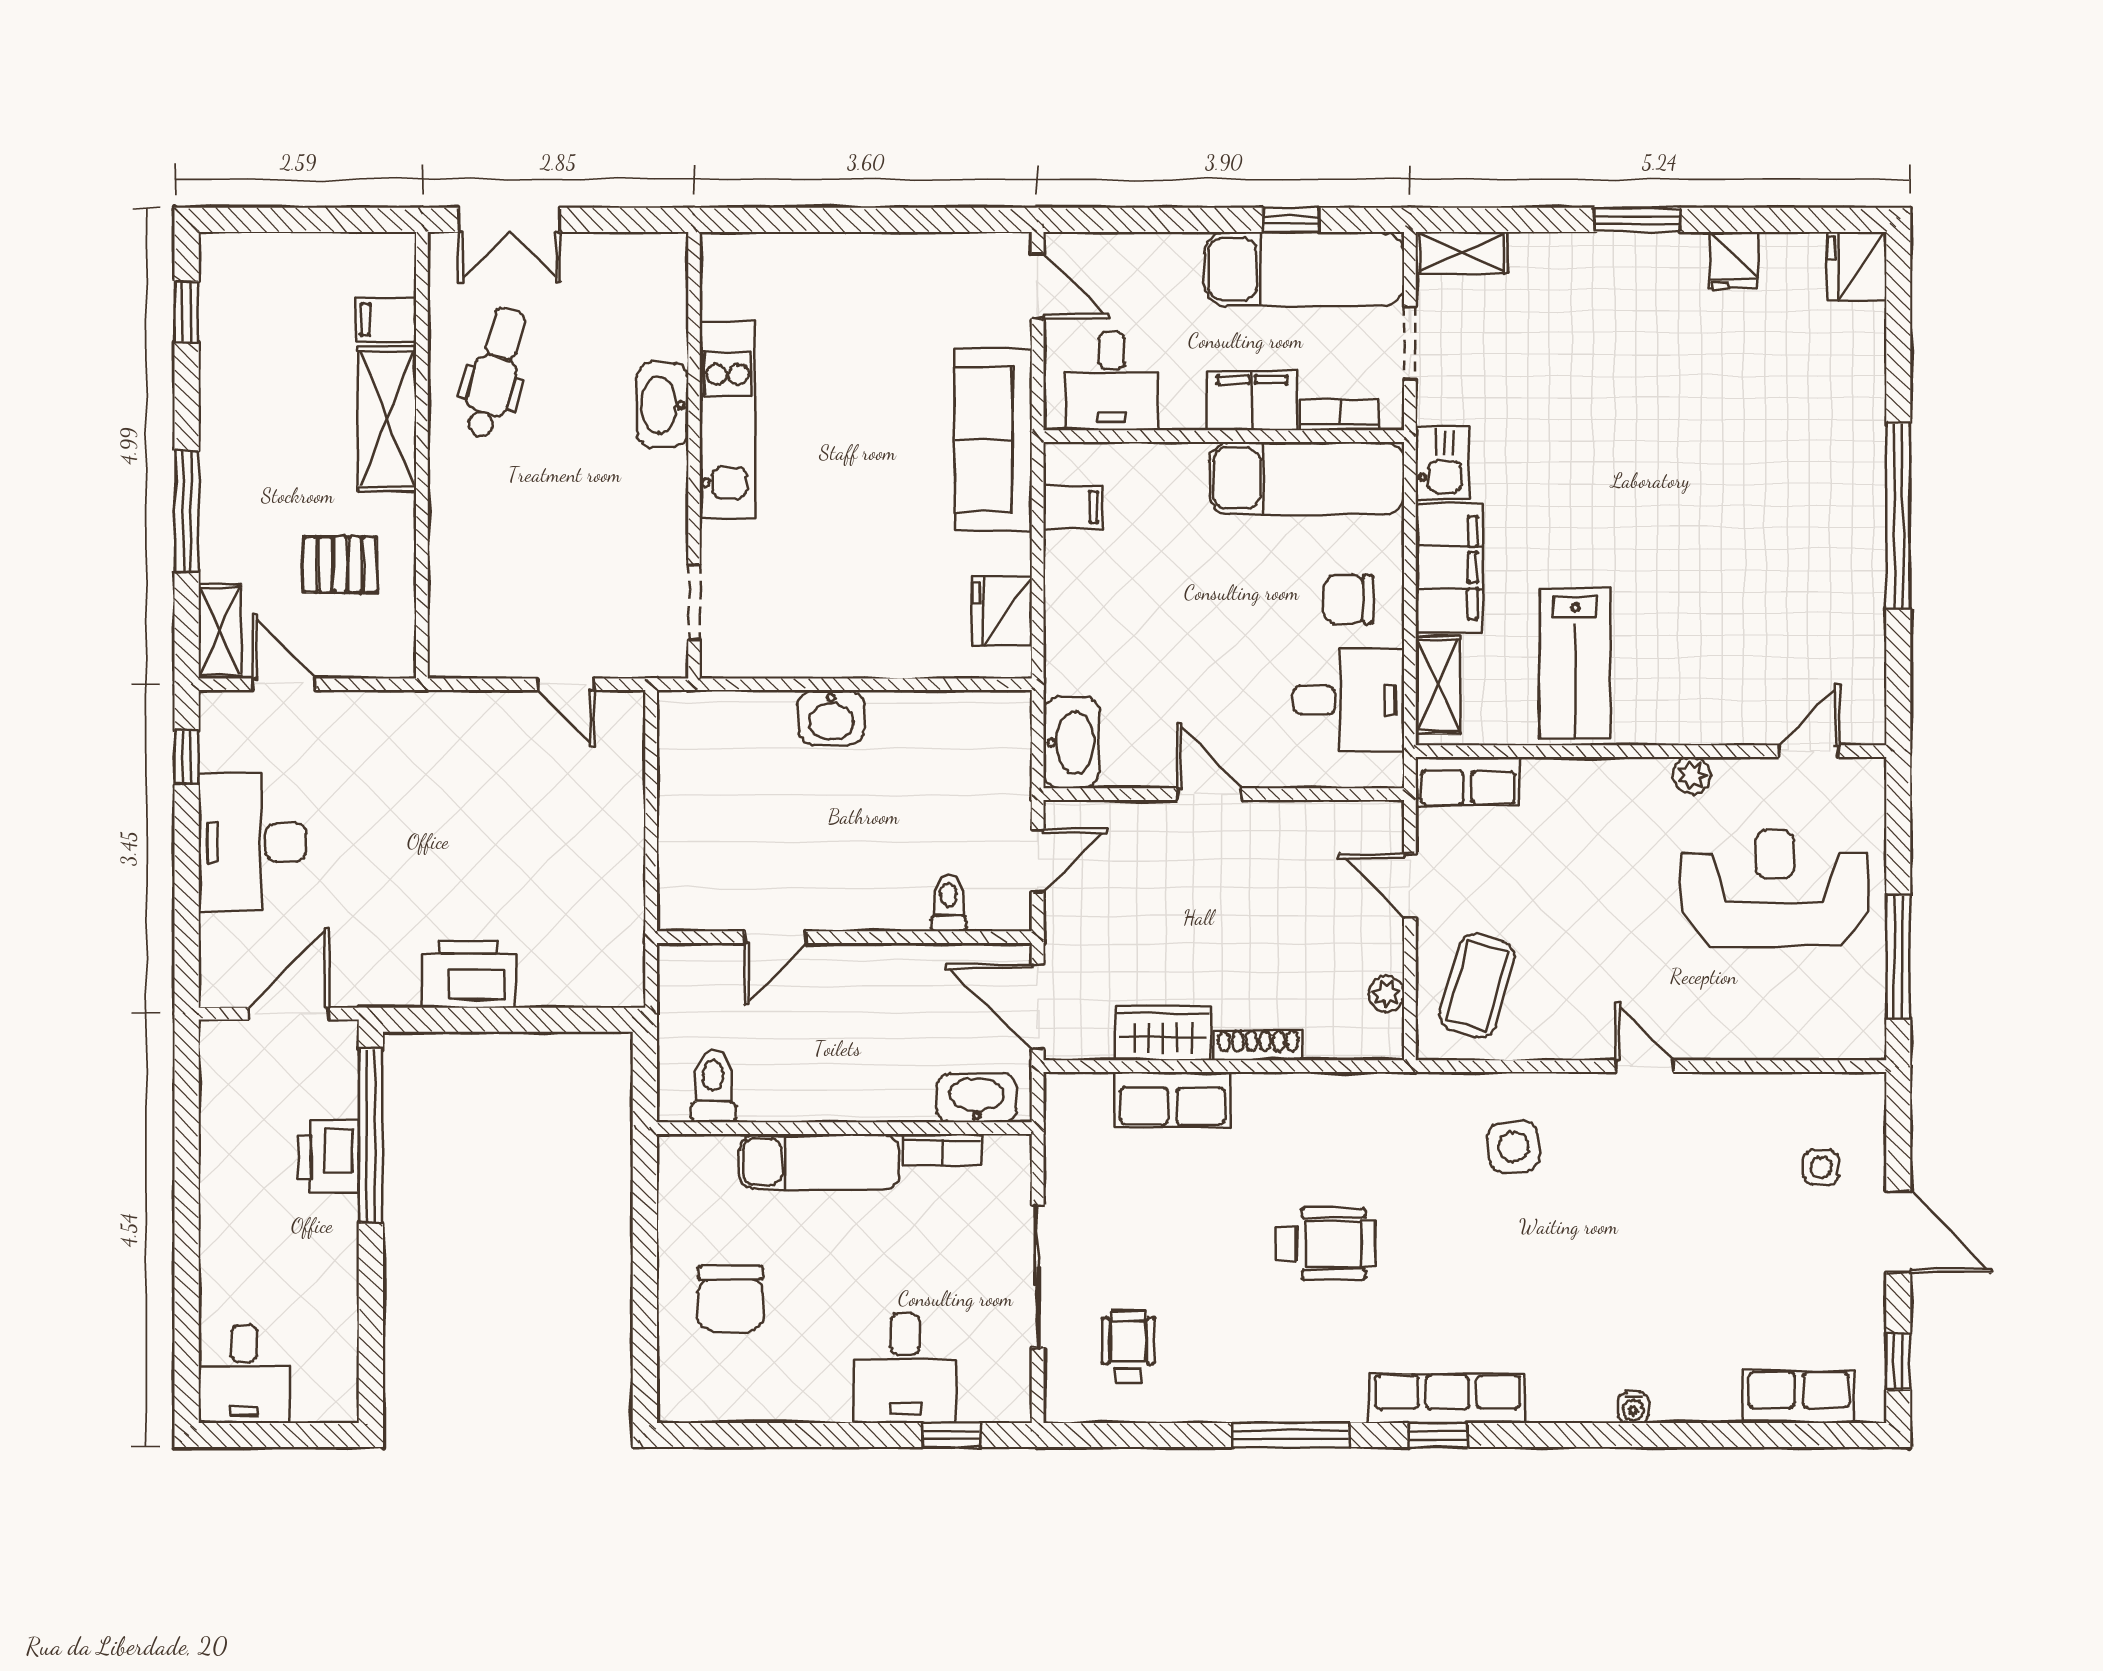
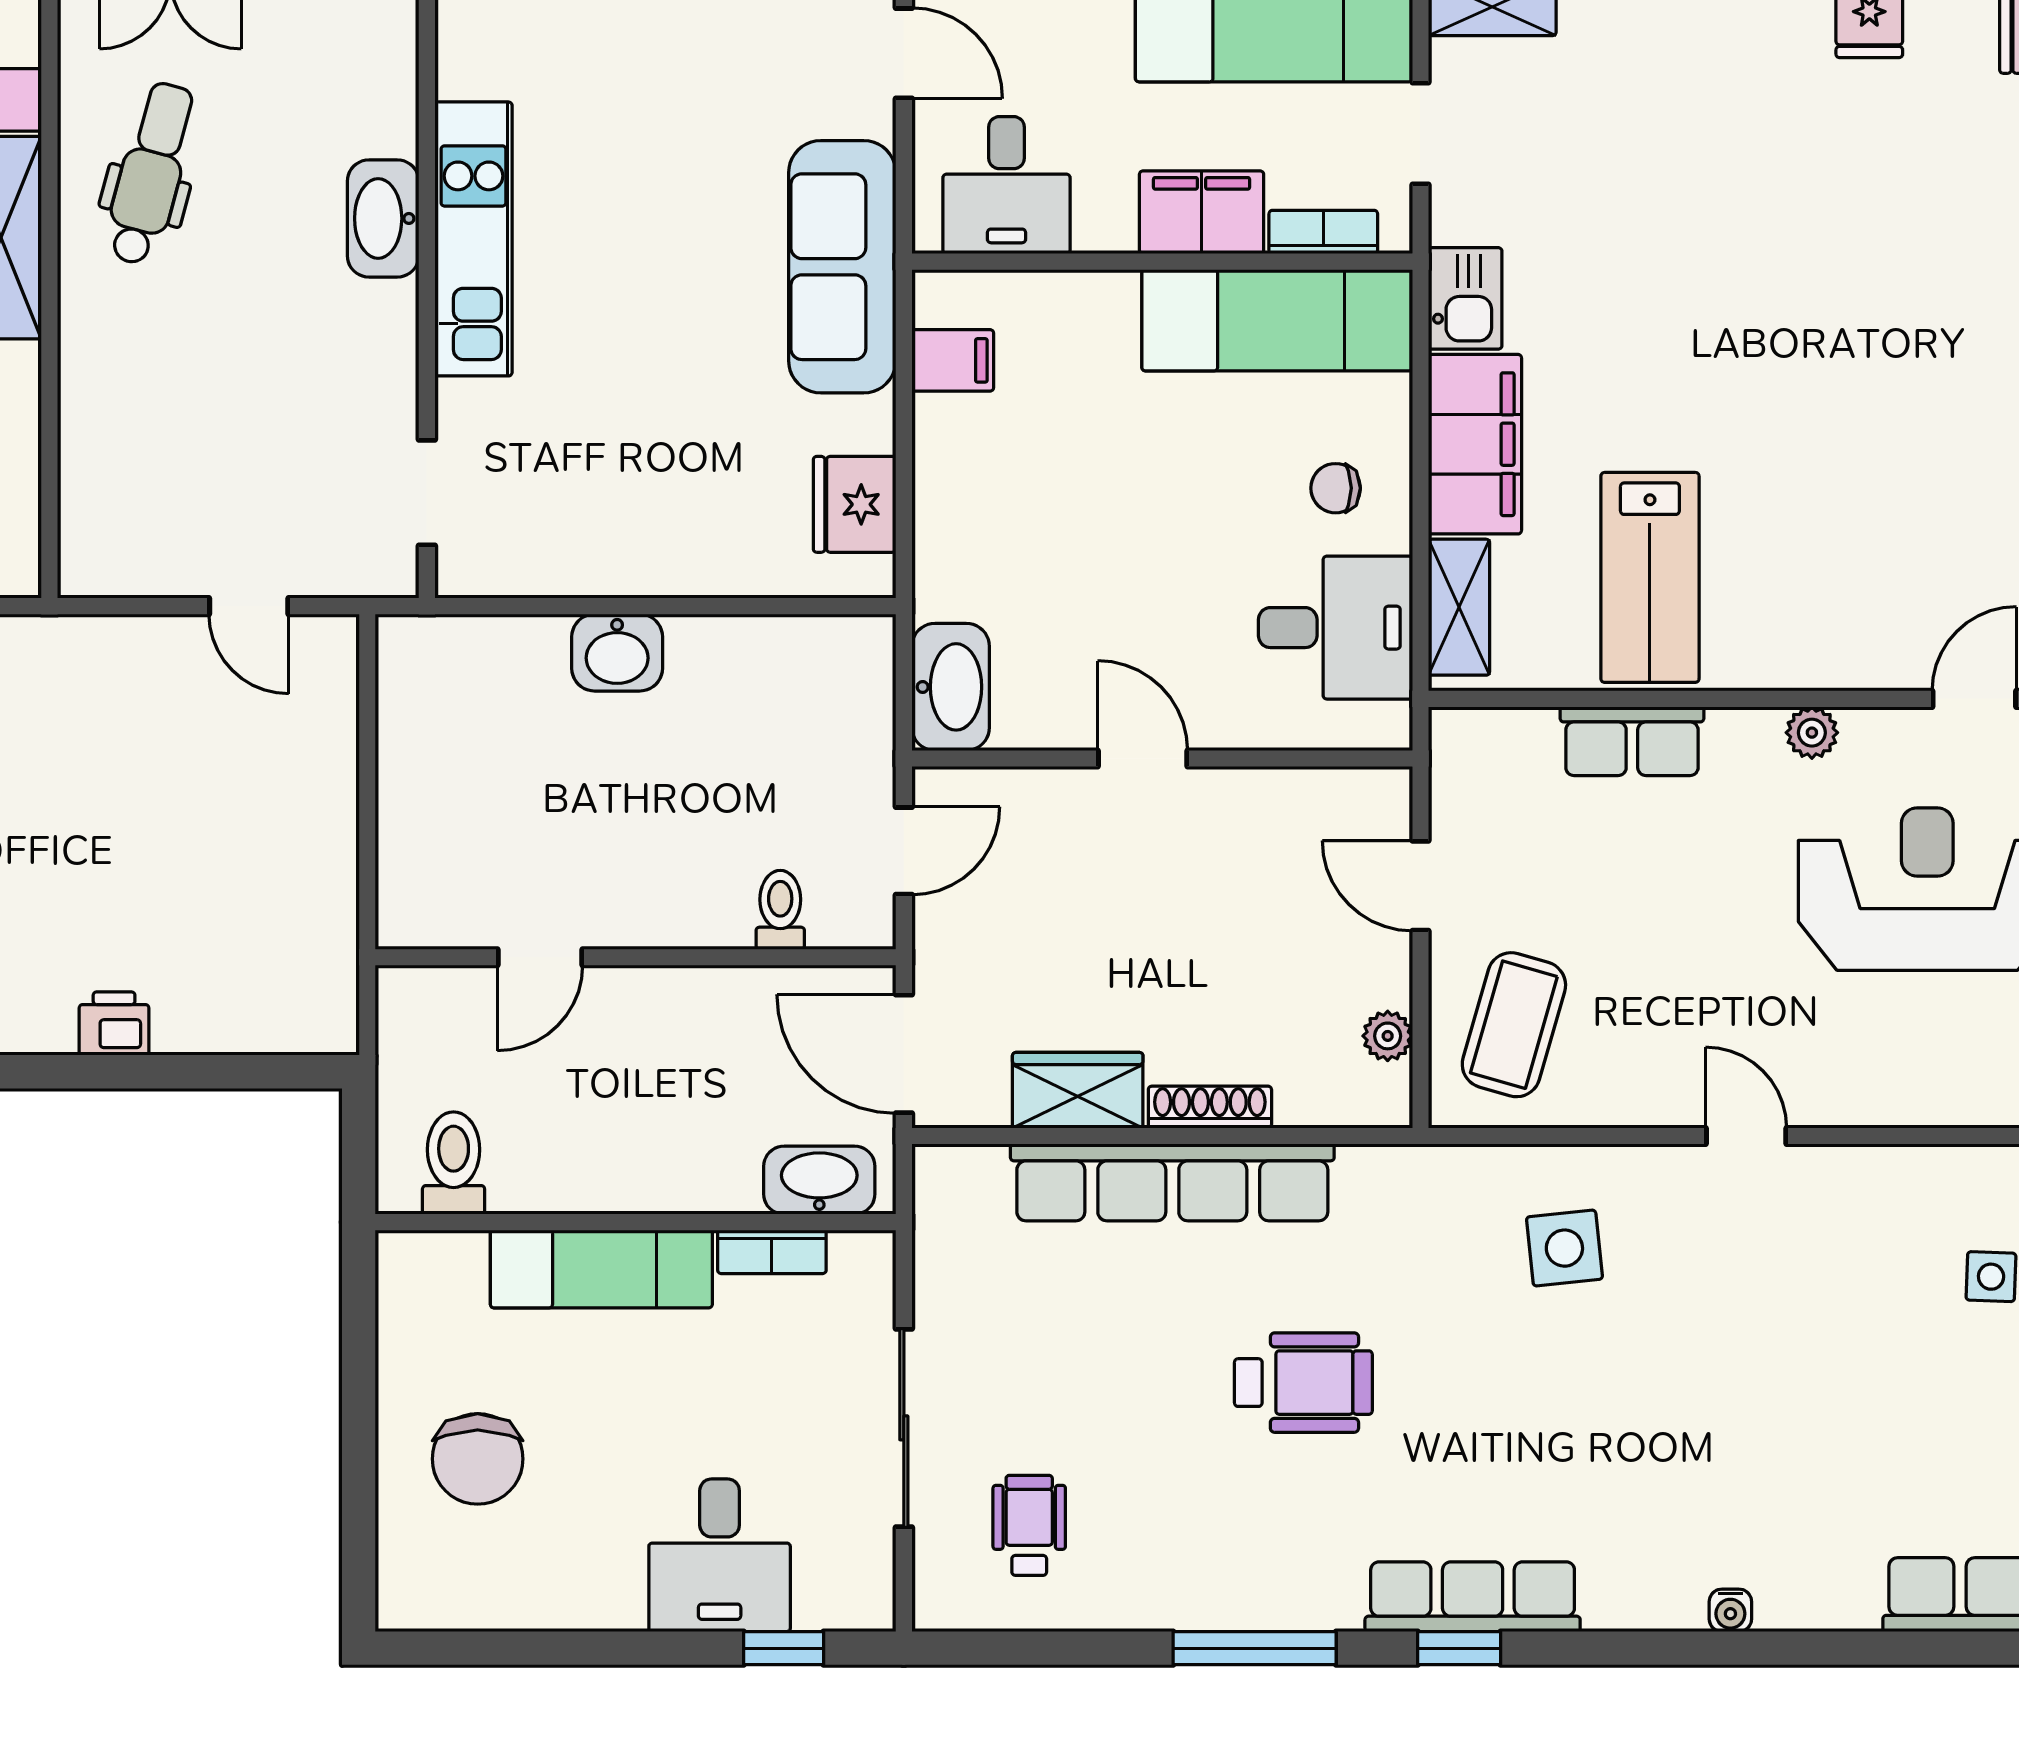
chair: (1349, 599) -> (1336, 488), width x0.73, depth x0.73
row of seats: (1467, 782) -> (1632, 741), moved
printer: (469, 974) -> (114, 1024), width x0.53, depth x0.68
row of seats: (1172, 1099) -> (1172, 1182), width x2.02

